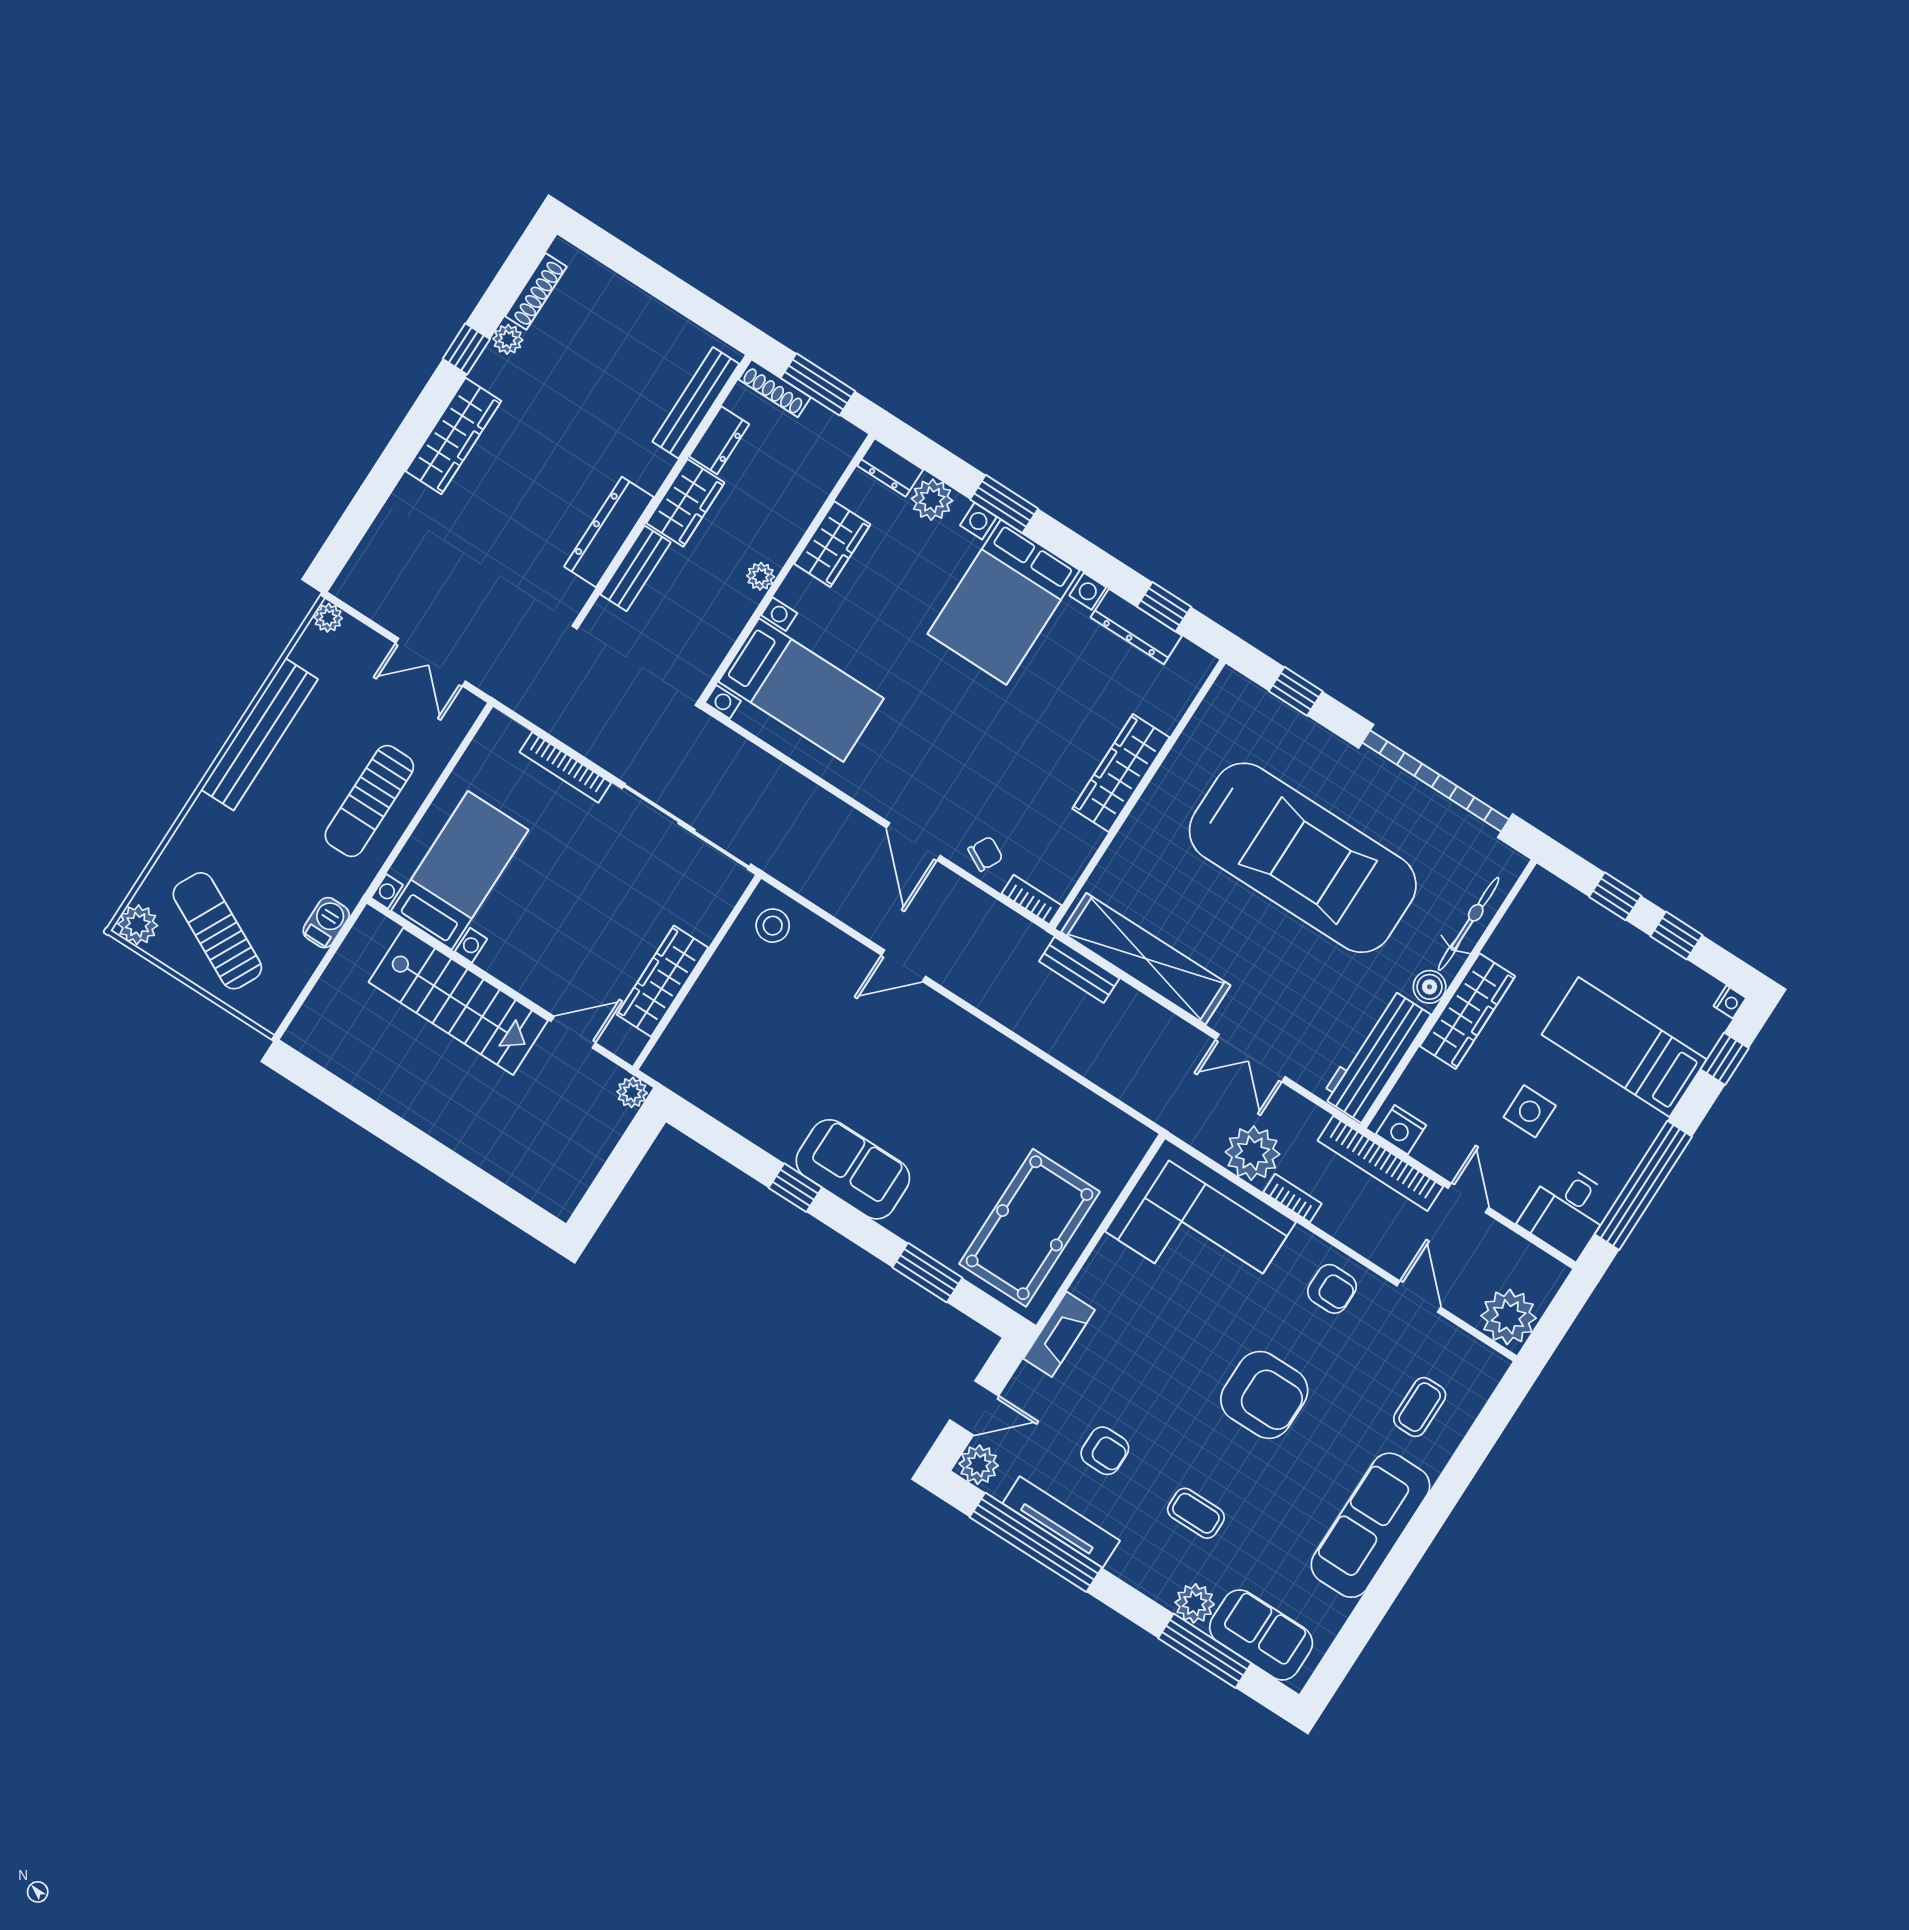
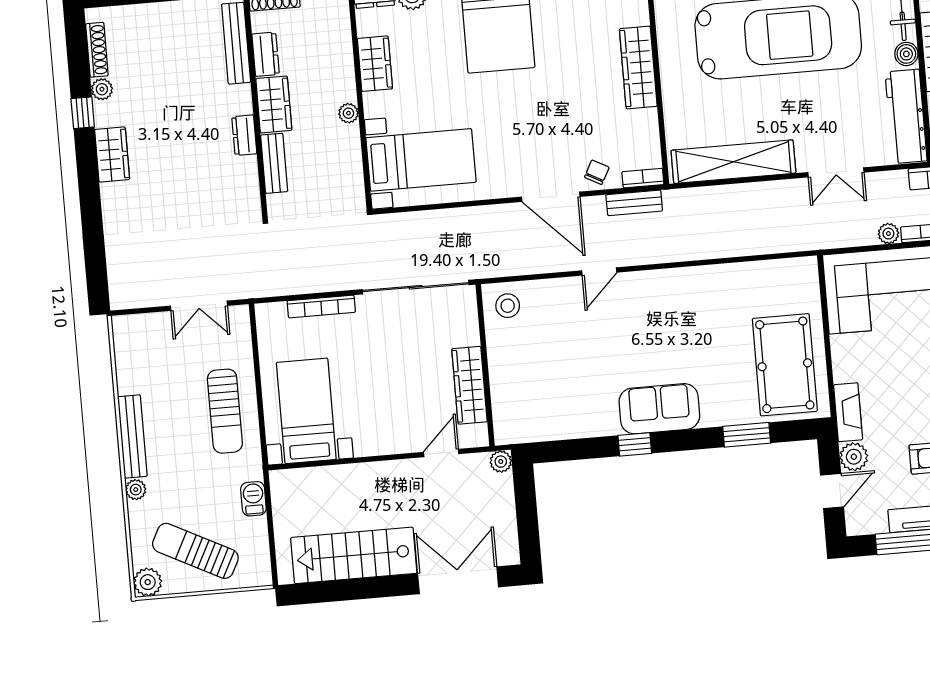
wardrobe: (453, 436) -> (112, 154), width x0.67
dresser: (609, 532) -> (244, 135), width x0.51, depth x0.80
plant: (328, 618) -> (136, 490), moved
bench: (259, 734) -> (132, 436), width x0.73, depth x0.82
door: (913, 842) -> (551, 197), width x1.36
bench: (1079, 970) -> (634, 203), moved
stairs: (458, 1001) -> (354, 555), moved, turned 180
plant: (1253, 1153) -> (888, 234), width x0.53, depth x0.53
double door: (483, 1188) -> (458, 580), added
plant: (979, 1465) -> (854, 457), moved

